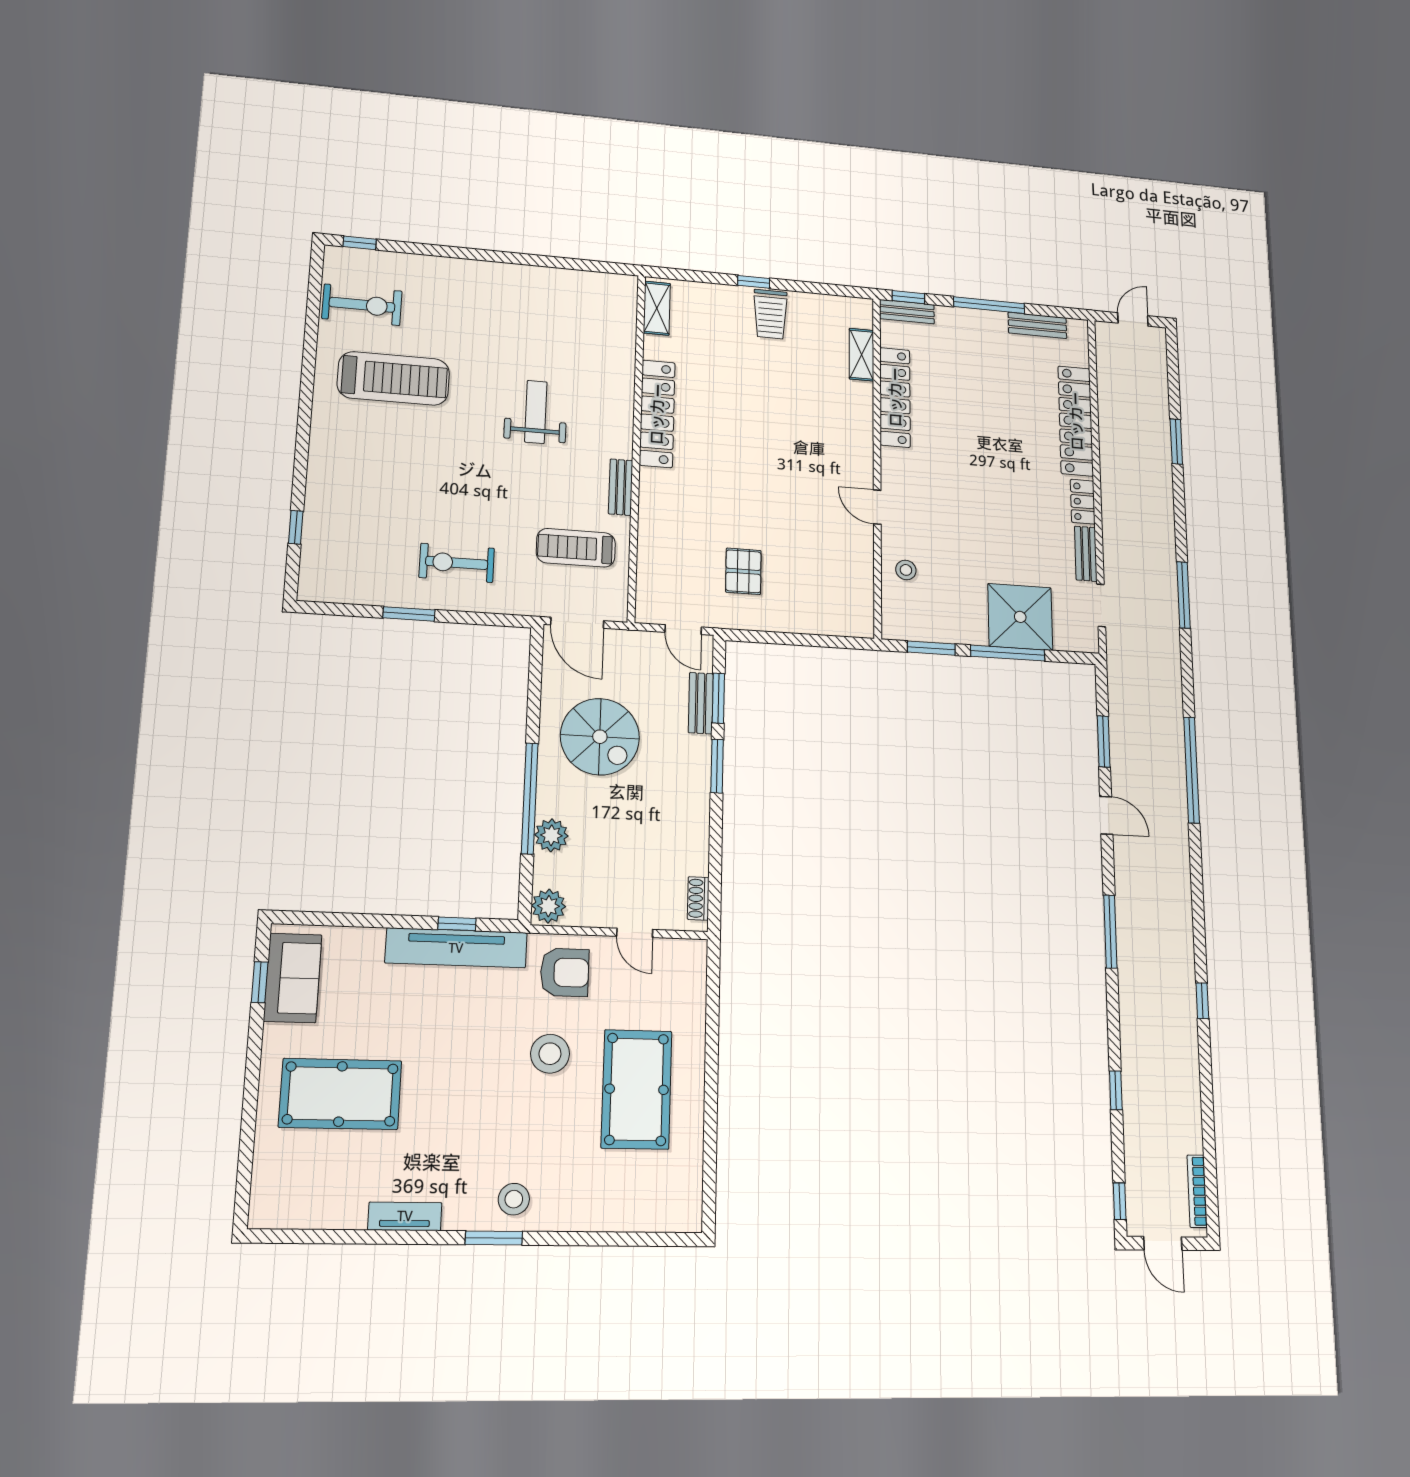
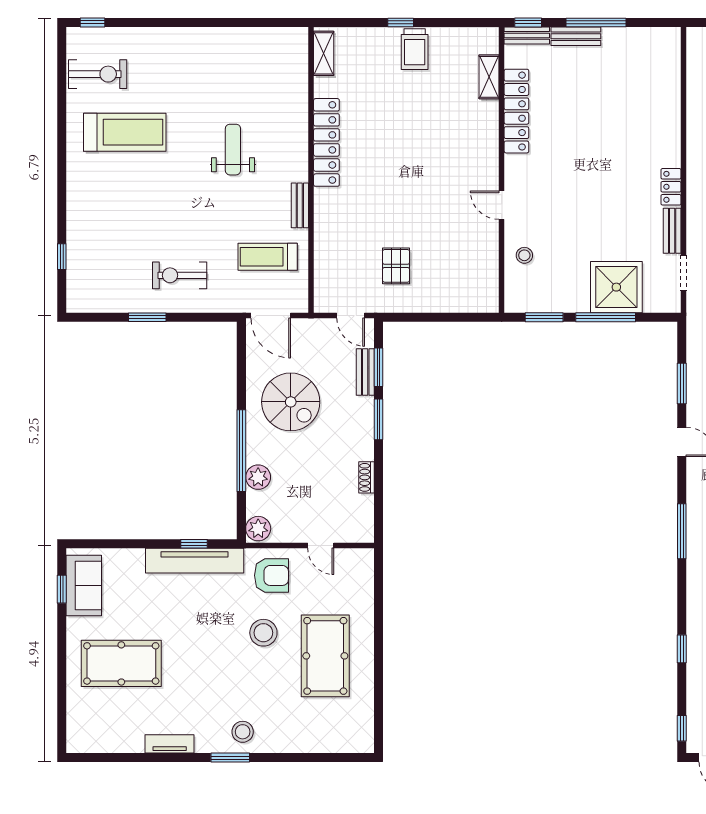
bench: (1037, 325) -> (576, 36), moved
locker: (1076, 421) -> (667, 118), removed
shoe rack: (698, 898) -> (366, 477), moved

